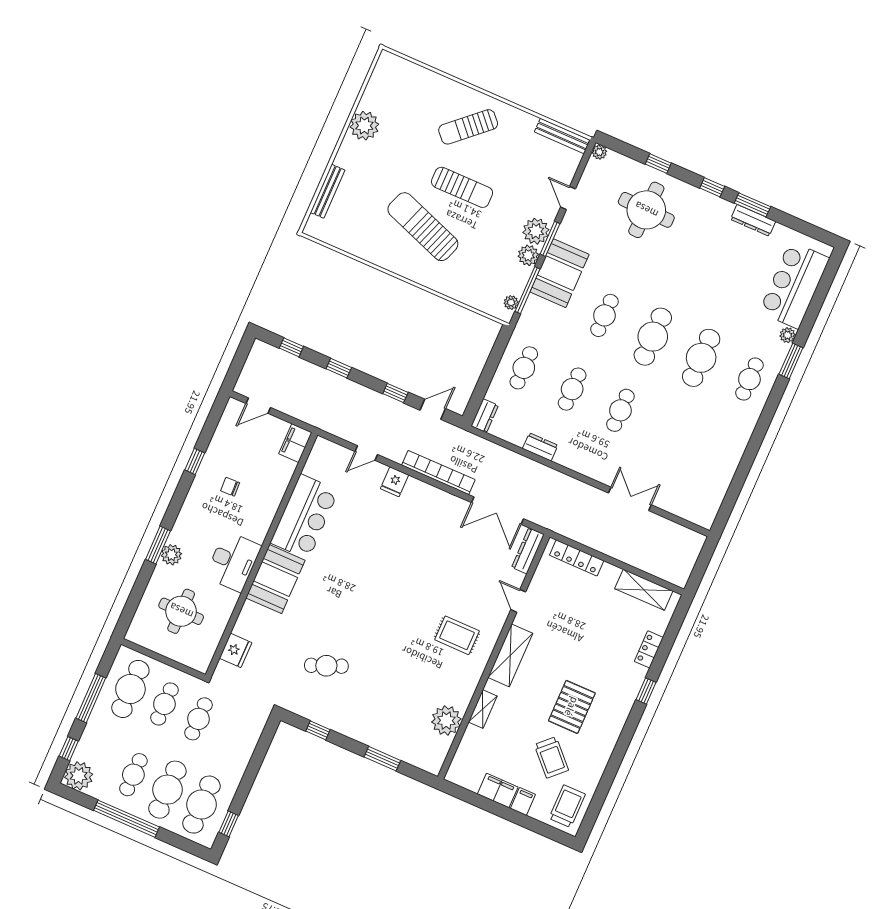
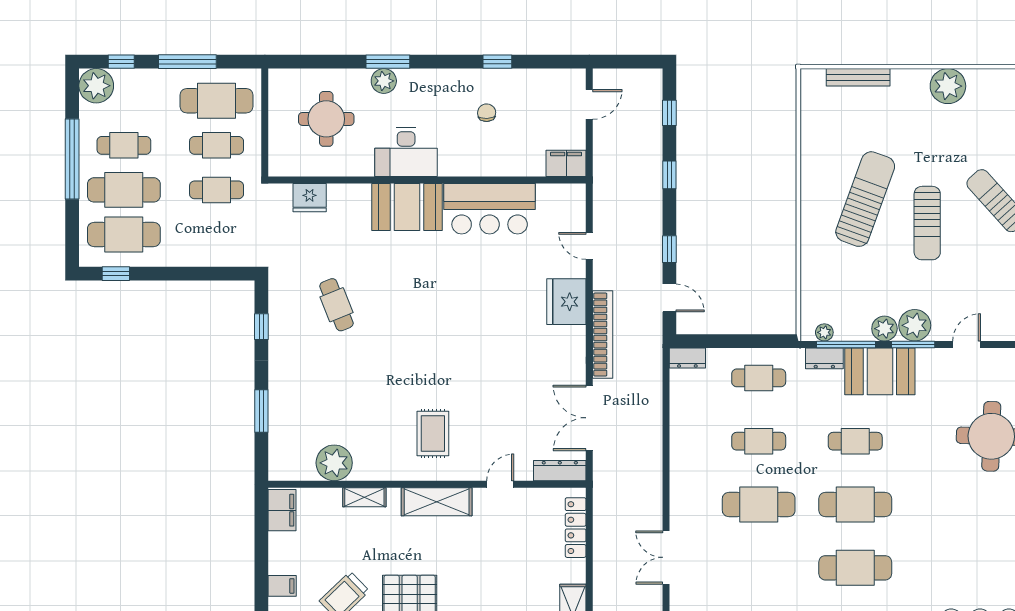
door: (258, 406) -> (589, 104), swing flipped
cafe table: (620, 410) -> (759, 505), width x1.37, depth x1.35
dresser: (540, 447) -> (824, 358), moved, turned 90
fridge: (395, 482) -> (566, 302), width x1.88, depth x1.34
double door: (630, 499) -> (666, 557), swing flipped
filing cabinet: (498, 791) -> (282, 510), moved

